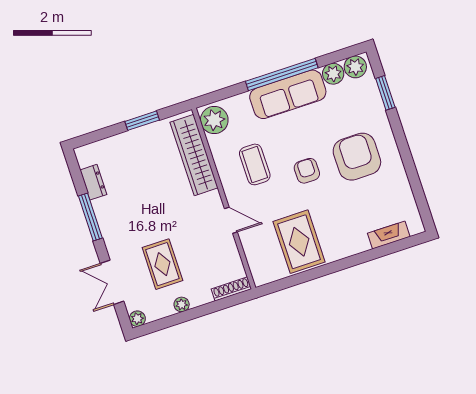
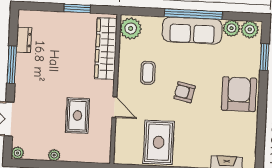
armchair: (357, 157) -> (239, 94), moved
coffee table: (255, 164) -> (148, 73), width x0.73, depth x0.77
armchair: (307, 171) -> (185, 92), turned -78
rug: (162, 264) -> (77, 116), moved
shoe rack: (231, 289) -> (95, 158), removed

